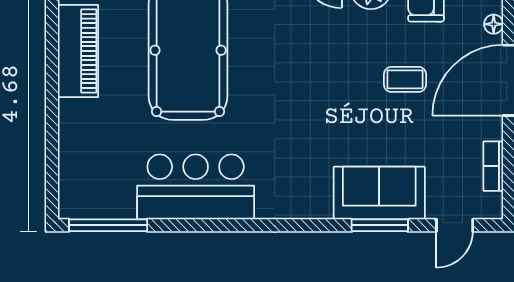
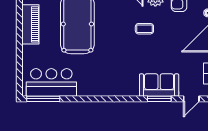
coffee table: (405, 79) -> (144, 29), moved
bar counter: (196, 187) -> (51, 82), moved

